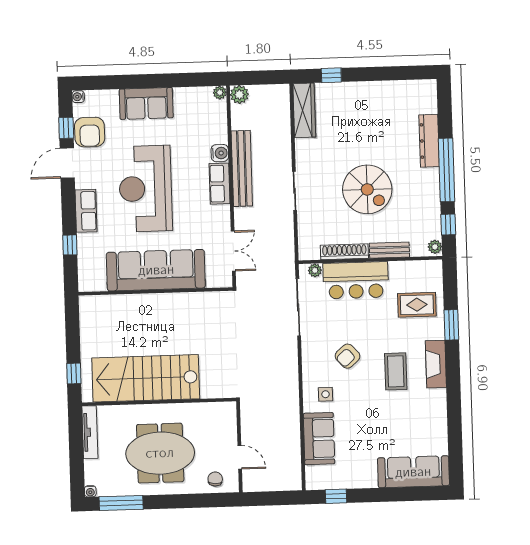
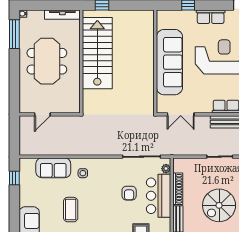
armchair: (347, 356) -> (129, 193), moved, turned -138
coffee table: (396, 371) -> (71, 210), moved, turned 90
chair: (215, 479) -> (28, 97), removed

